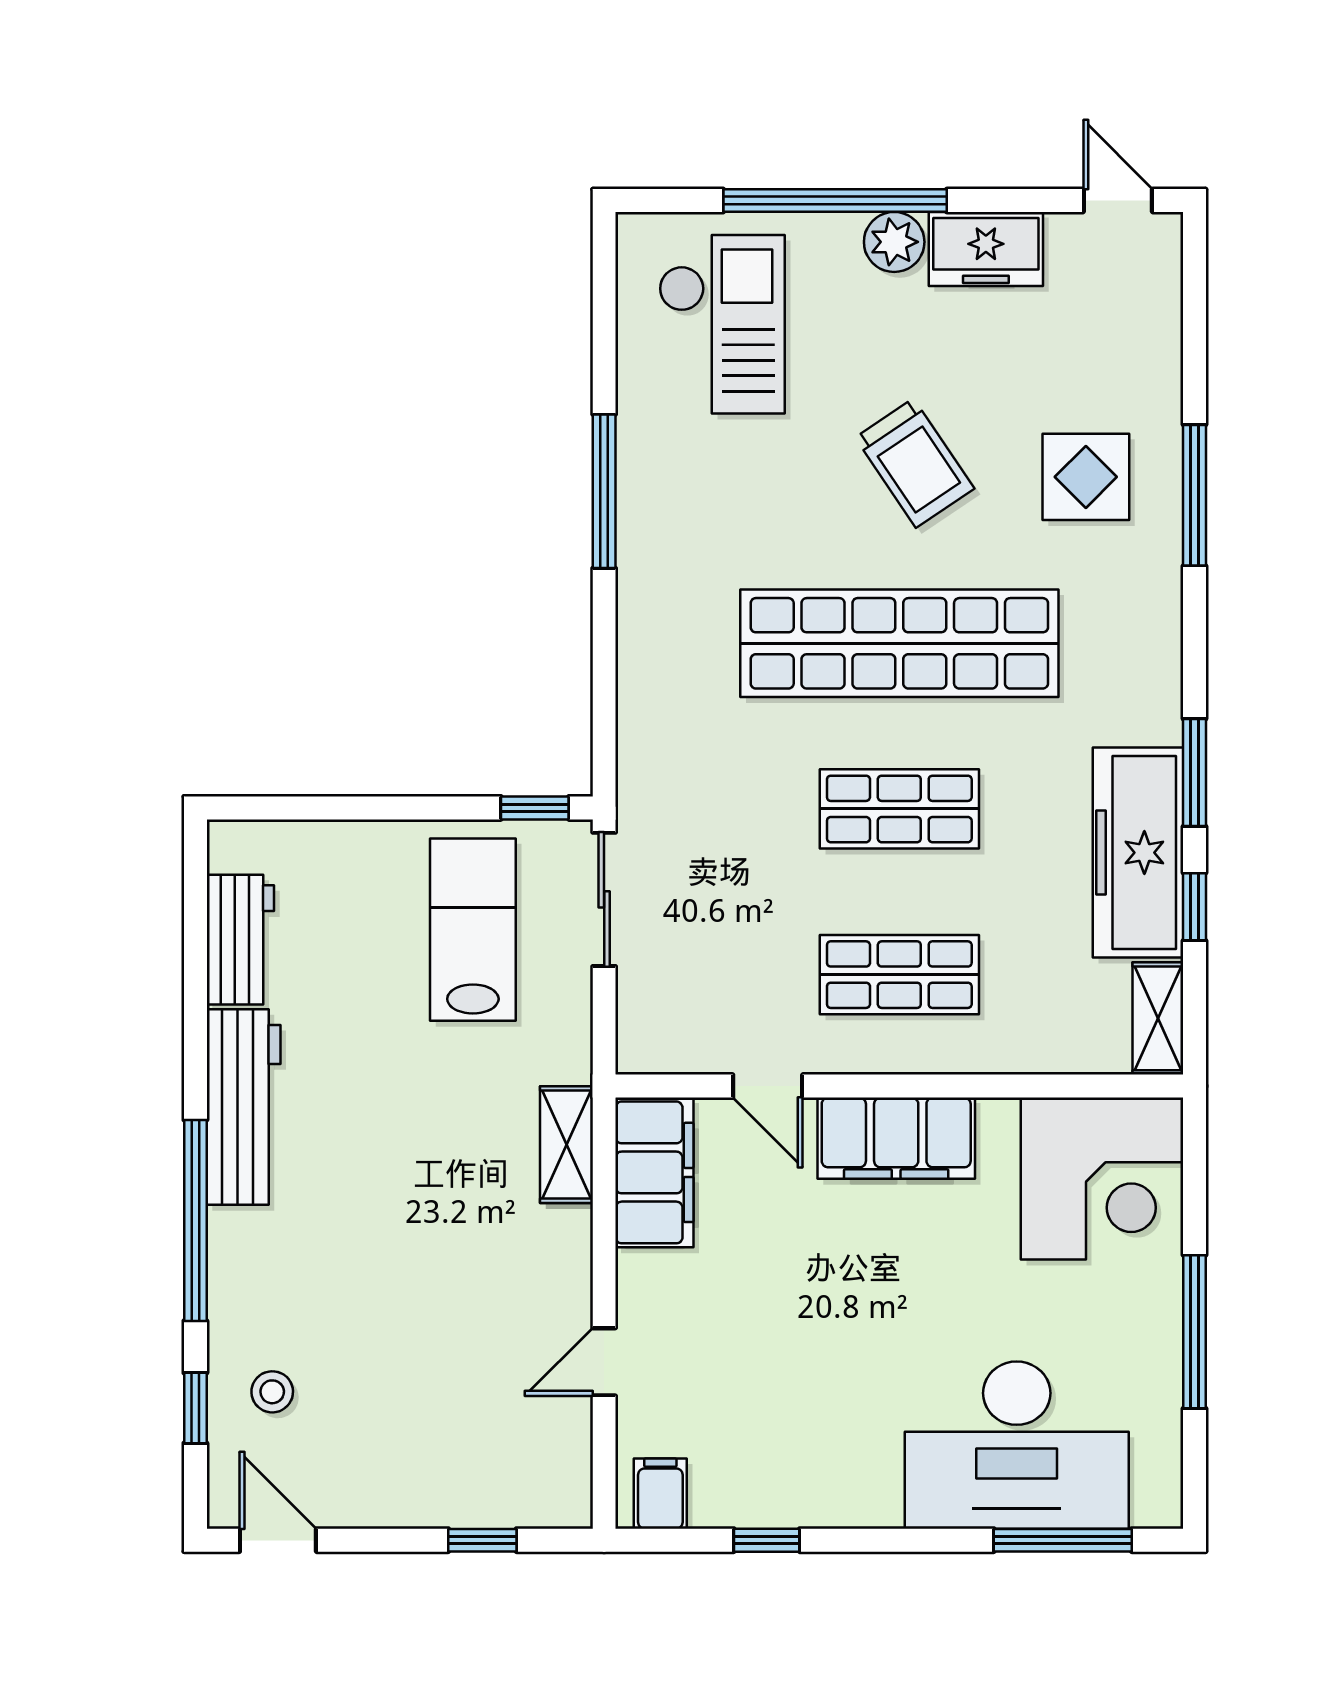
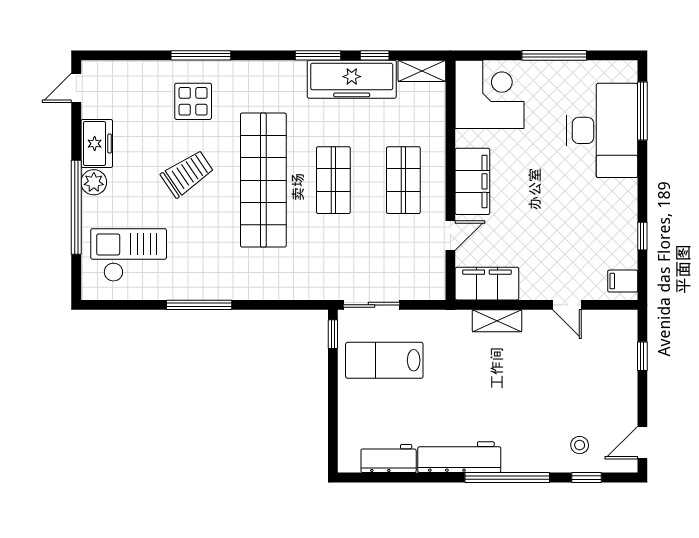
shelving: (566, 1145) -> (497, 321), moved

